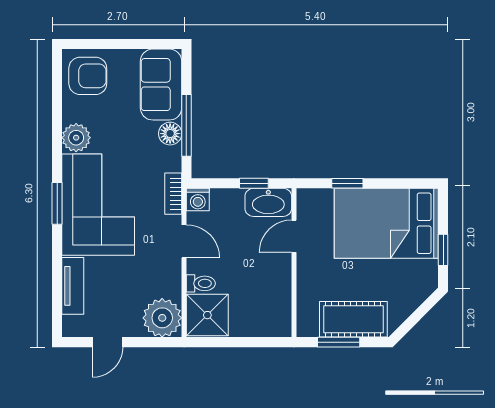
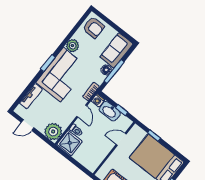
washbasin: (268, 202) -> (110, 111), moved

